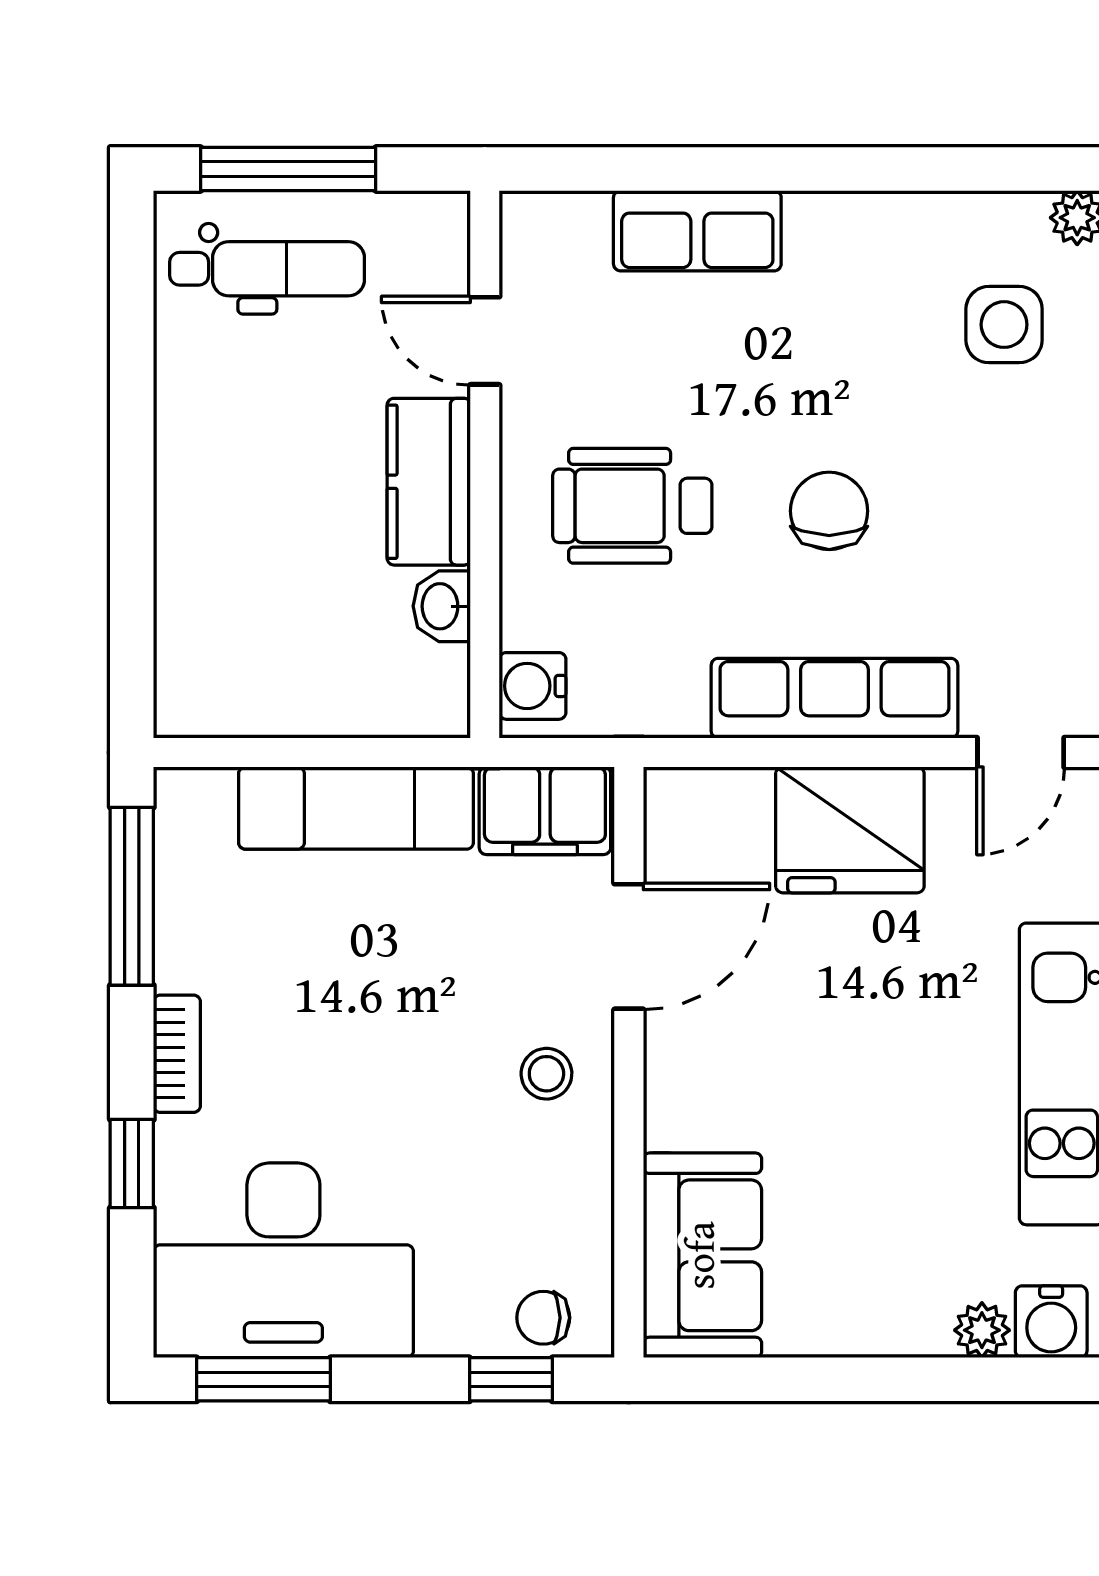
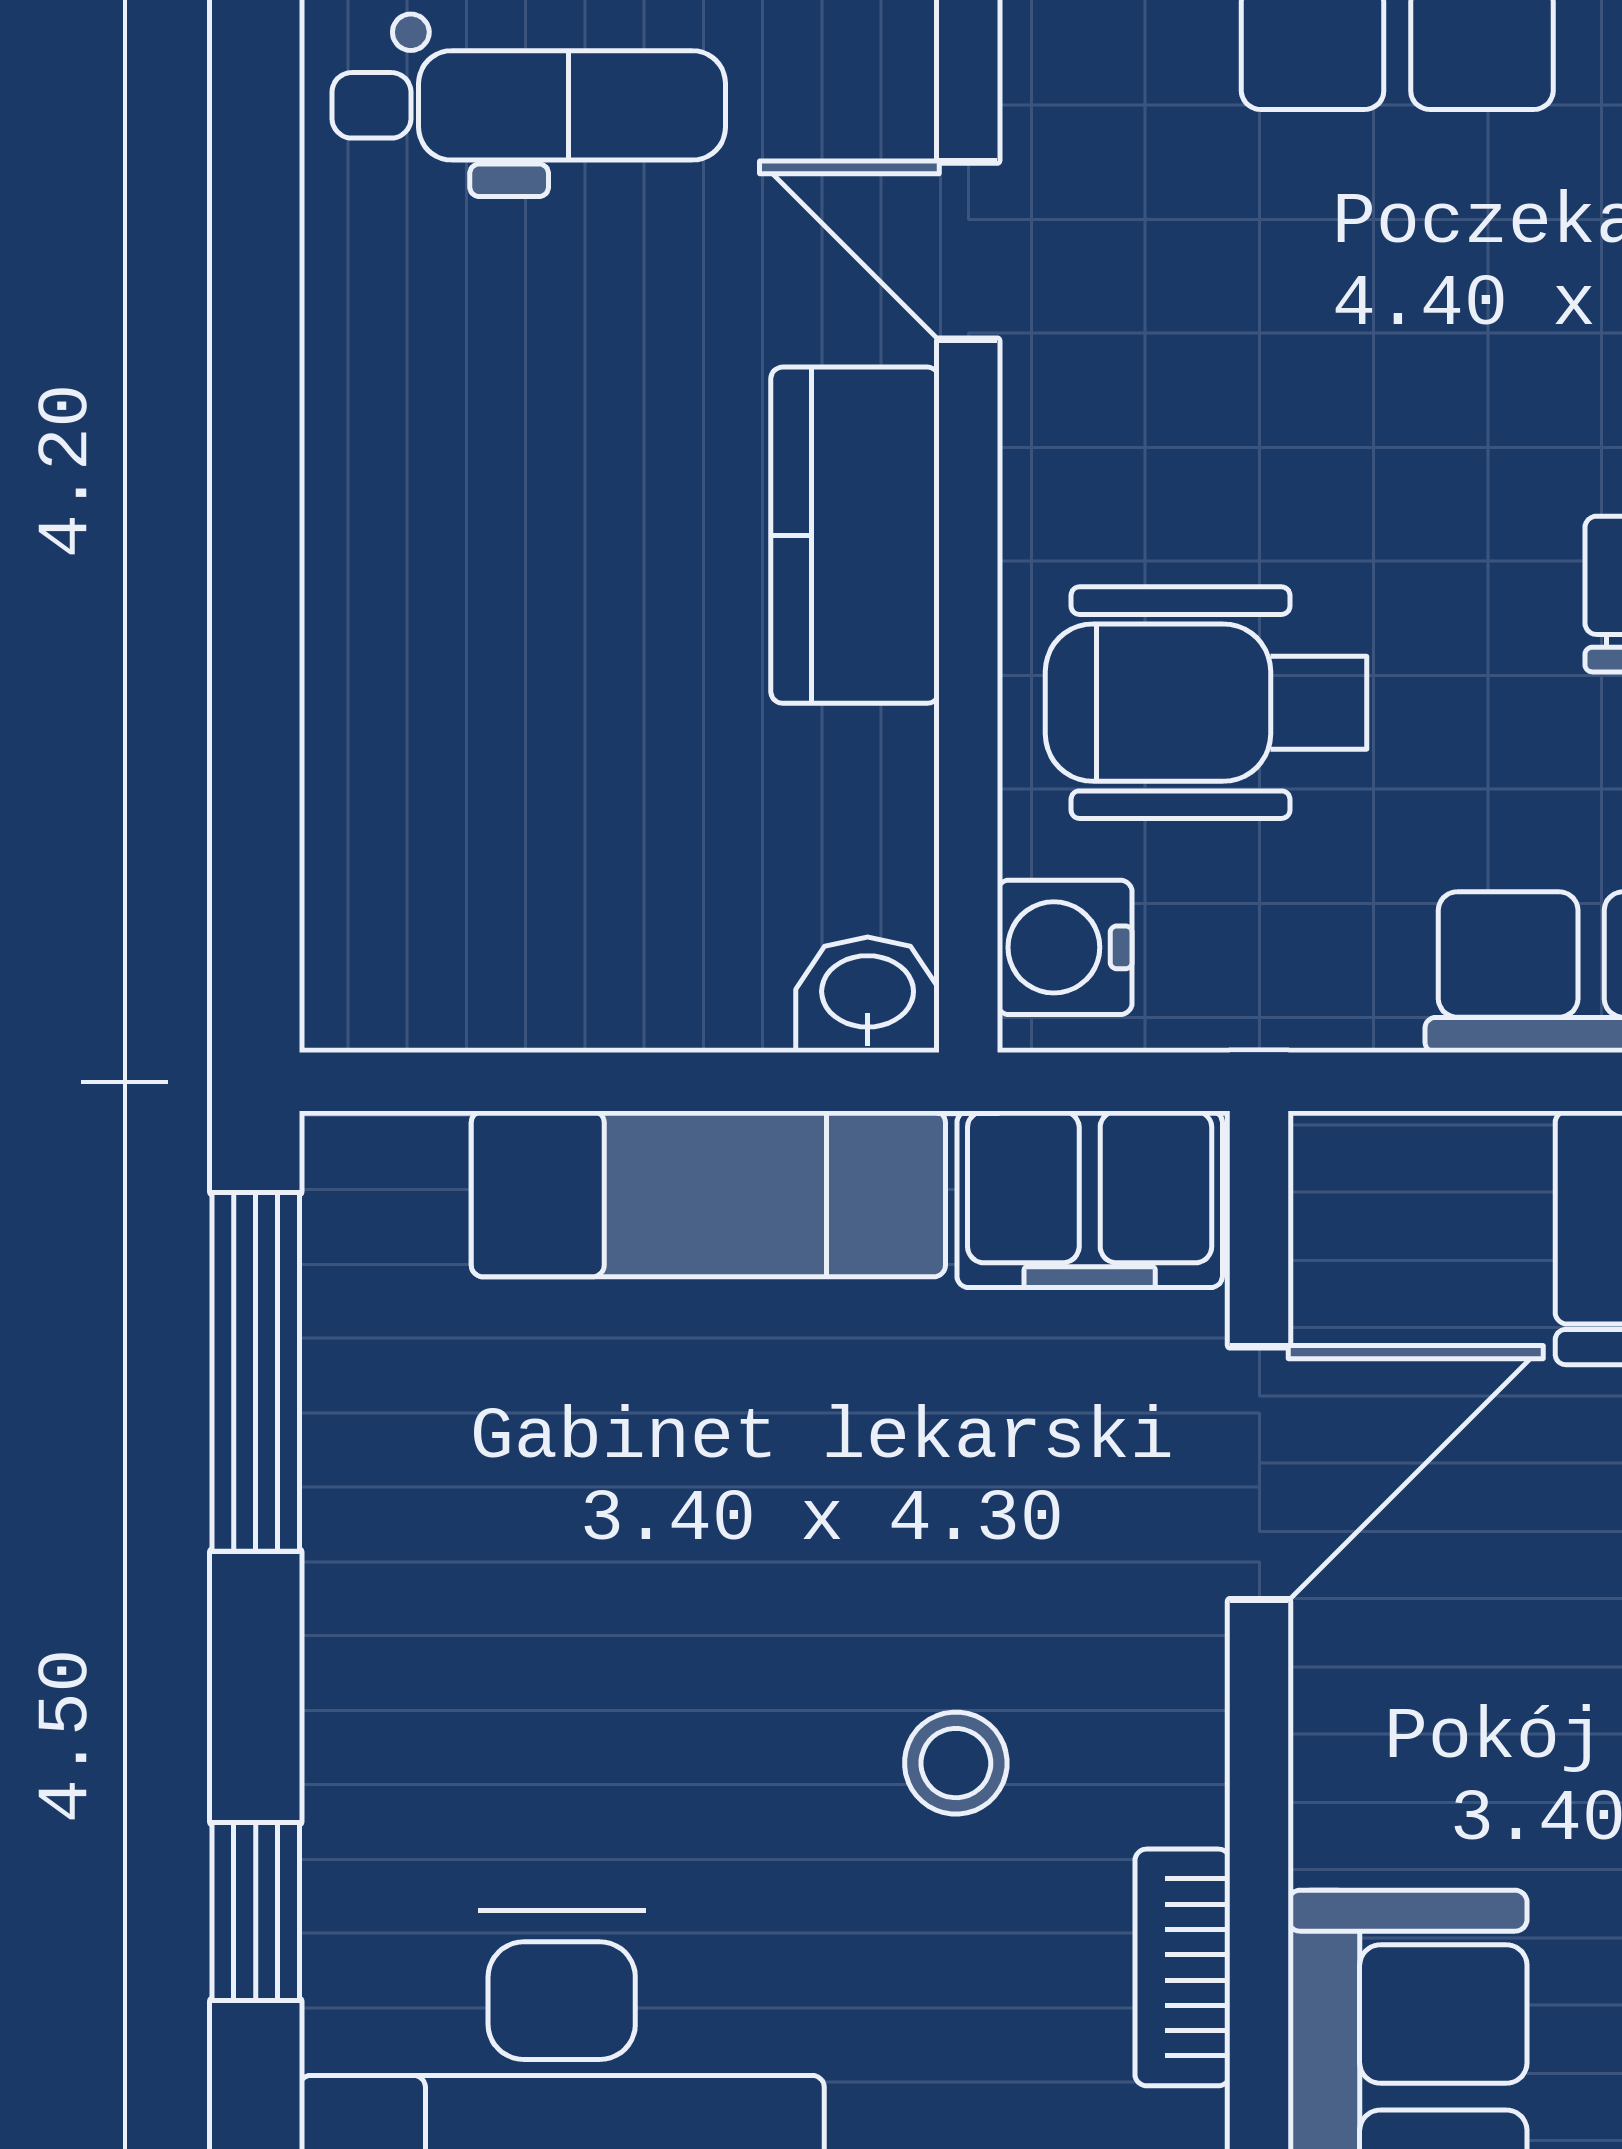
wheelchair: (632, 506) -> (1206, 703), moved
washbasin: (442, 606) -> (868, 995), moved, turned 90
bookcase: (177, 1054) -> (1182, 1967), moved, turned 180
stool: (546, 1074) -> (956, 1763), moved

